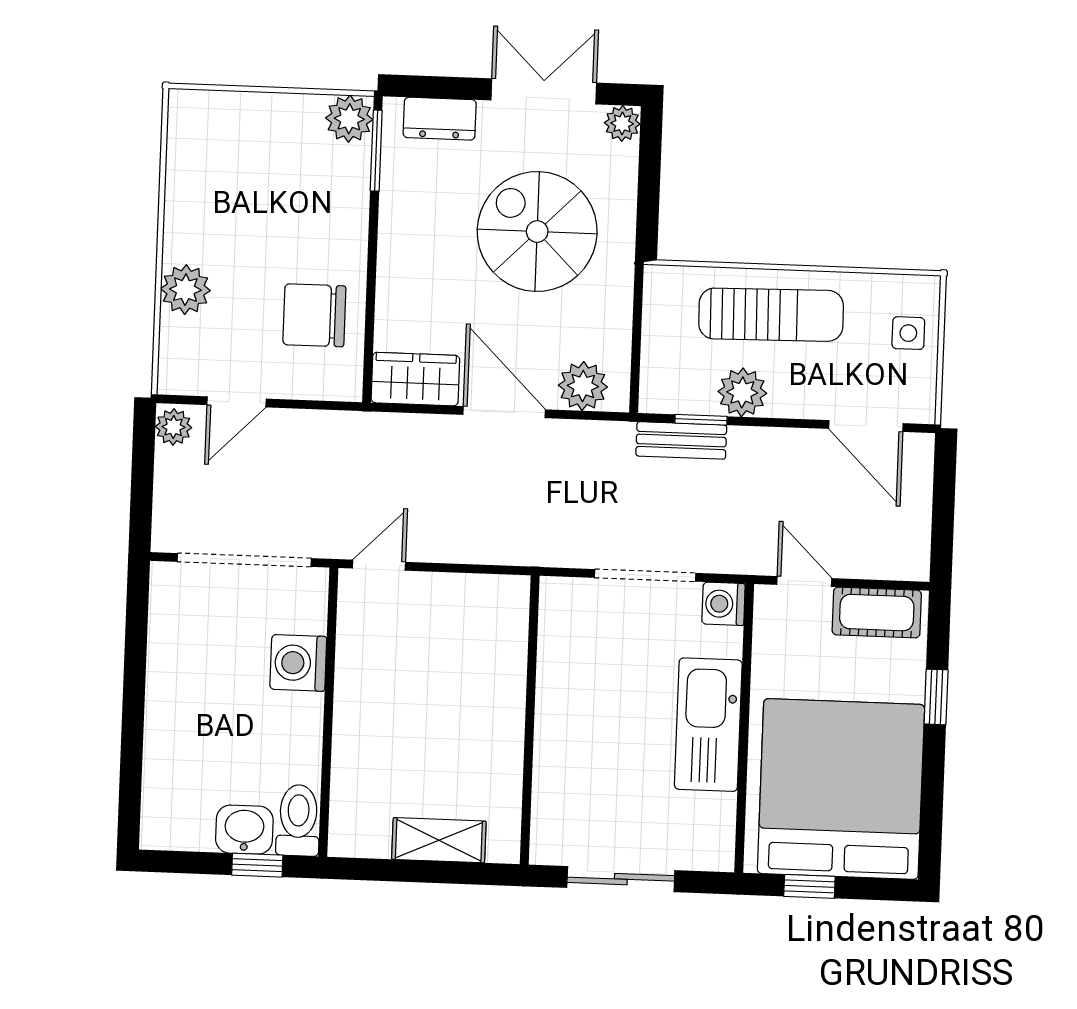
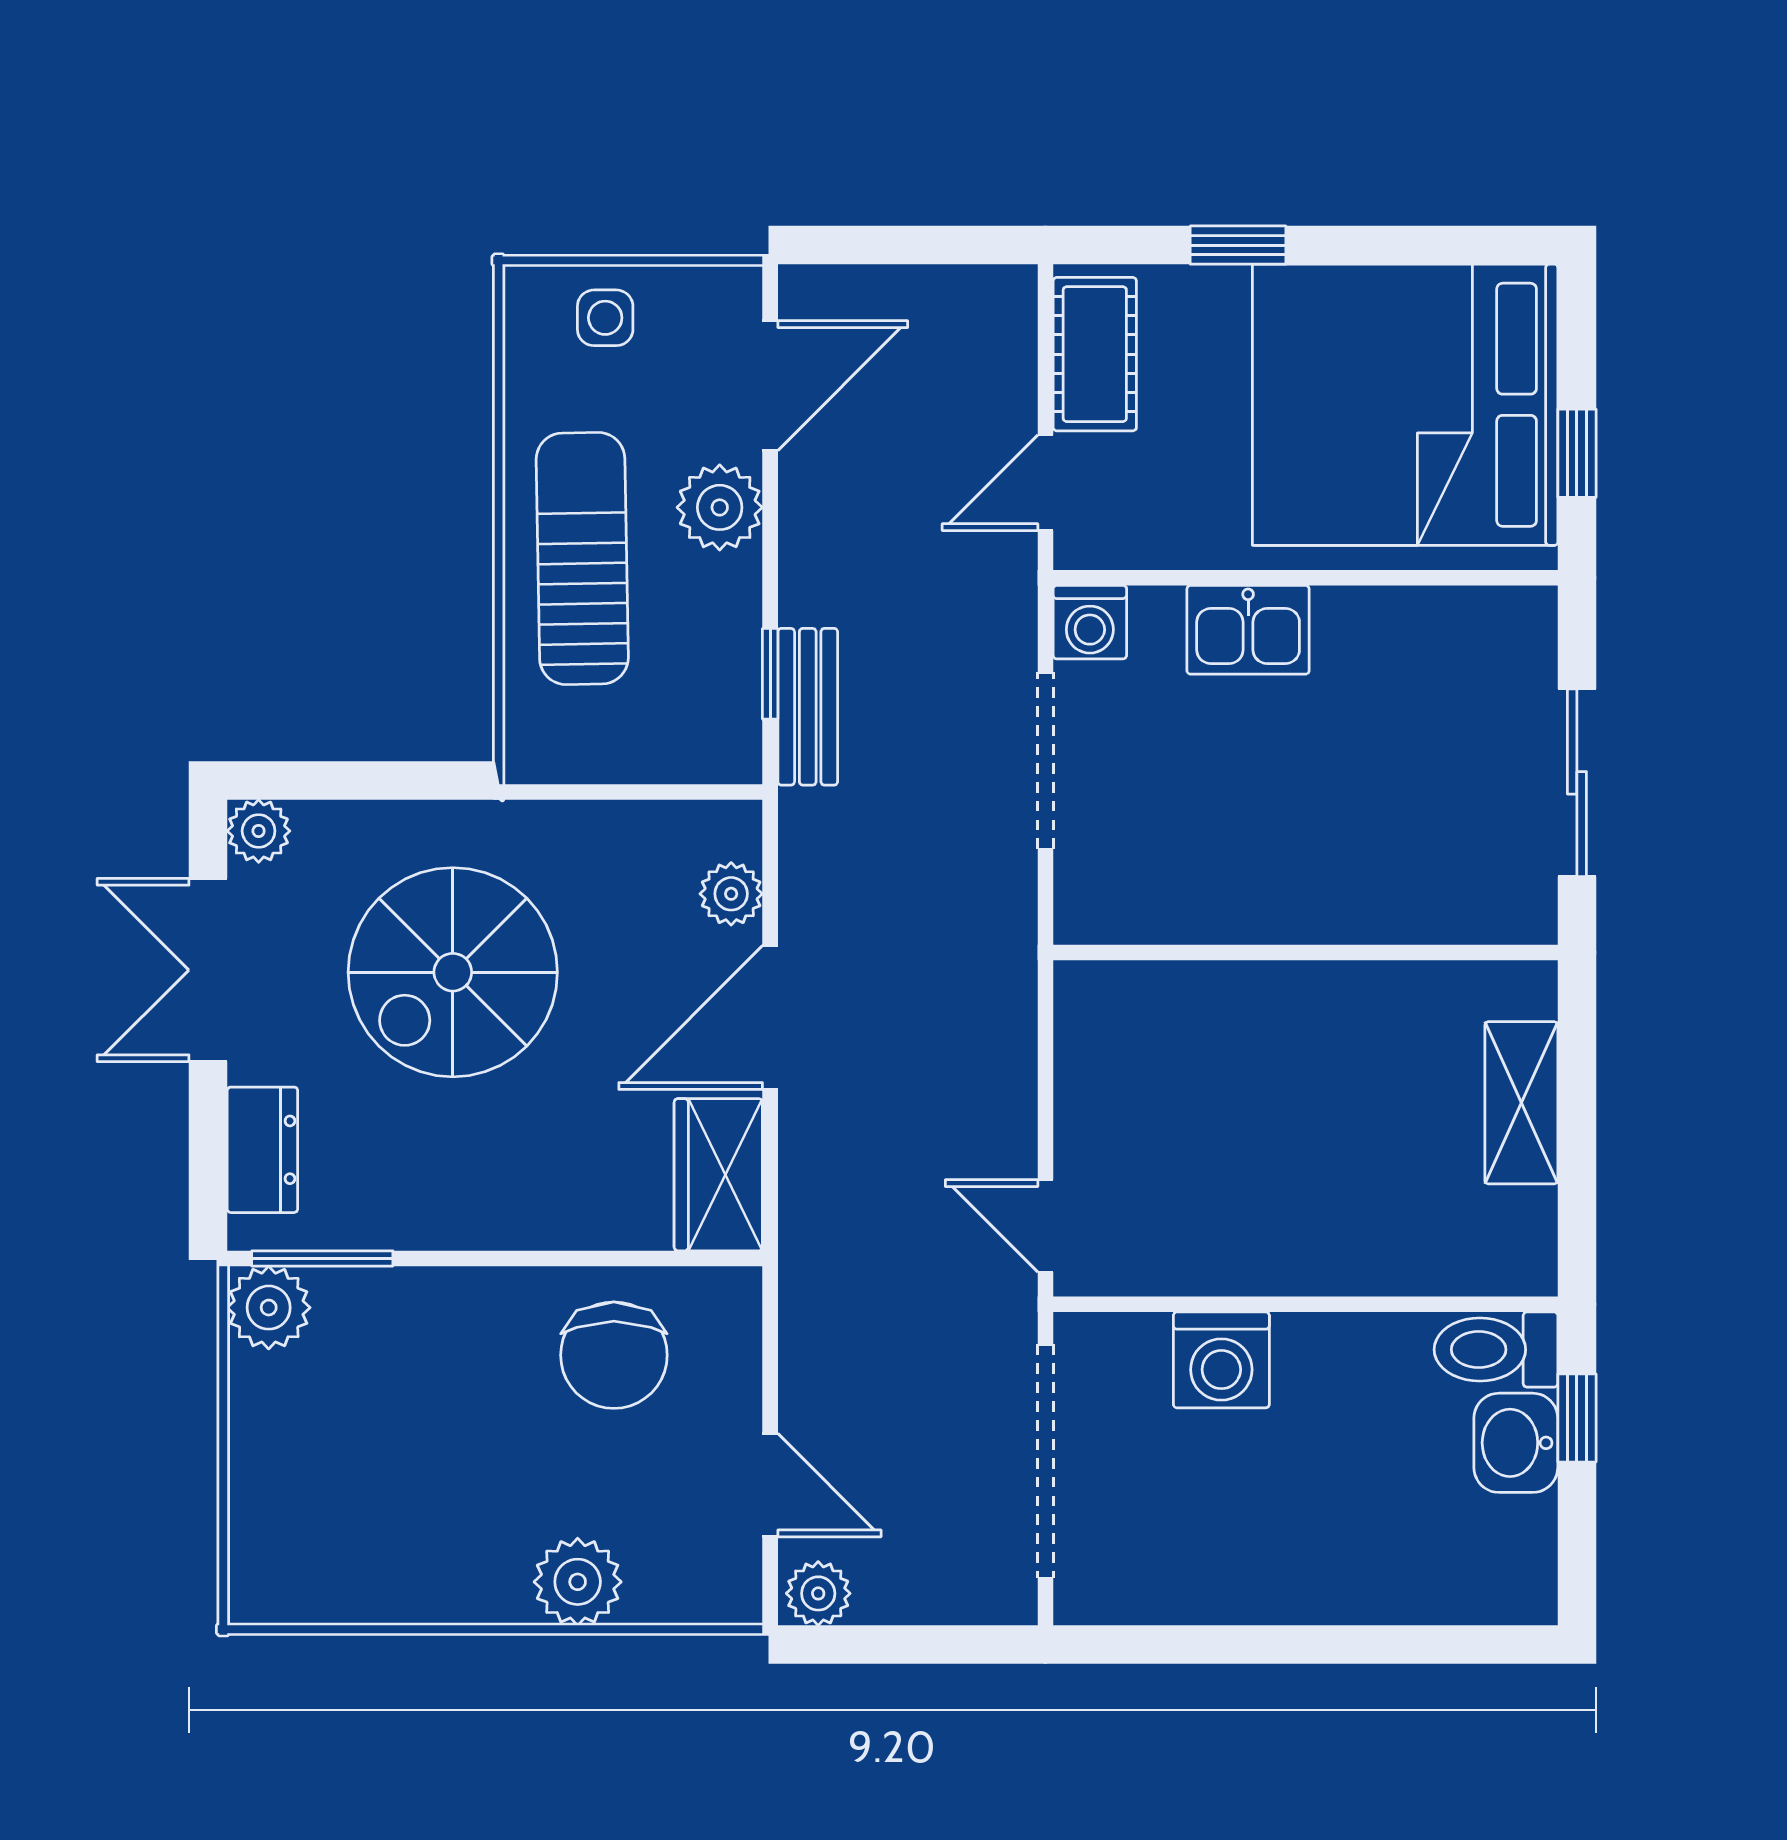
plant: (583, 386) -> (731, 894), width x0.73, depth x0.73
plant: (742, 392) -> (720, 507), moved
kitchen sink: (708, 725) -> (1248, 630), width x0.53, depth x0.81

